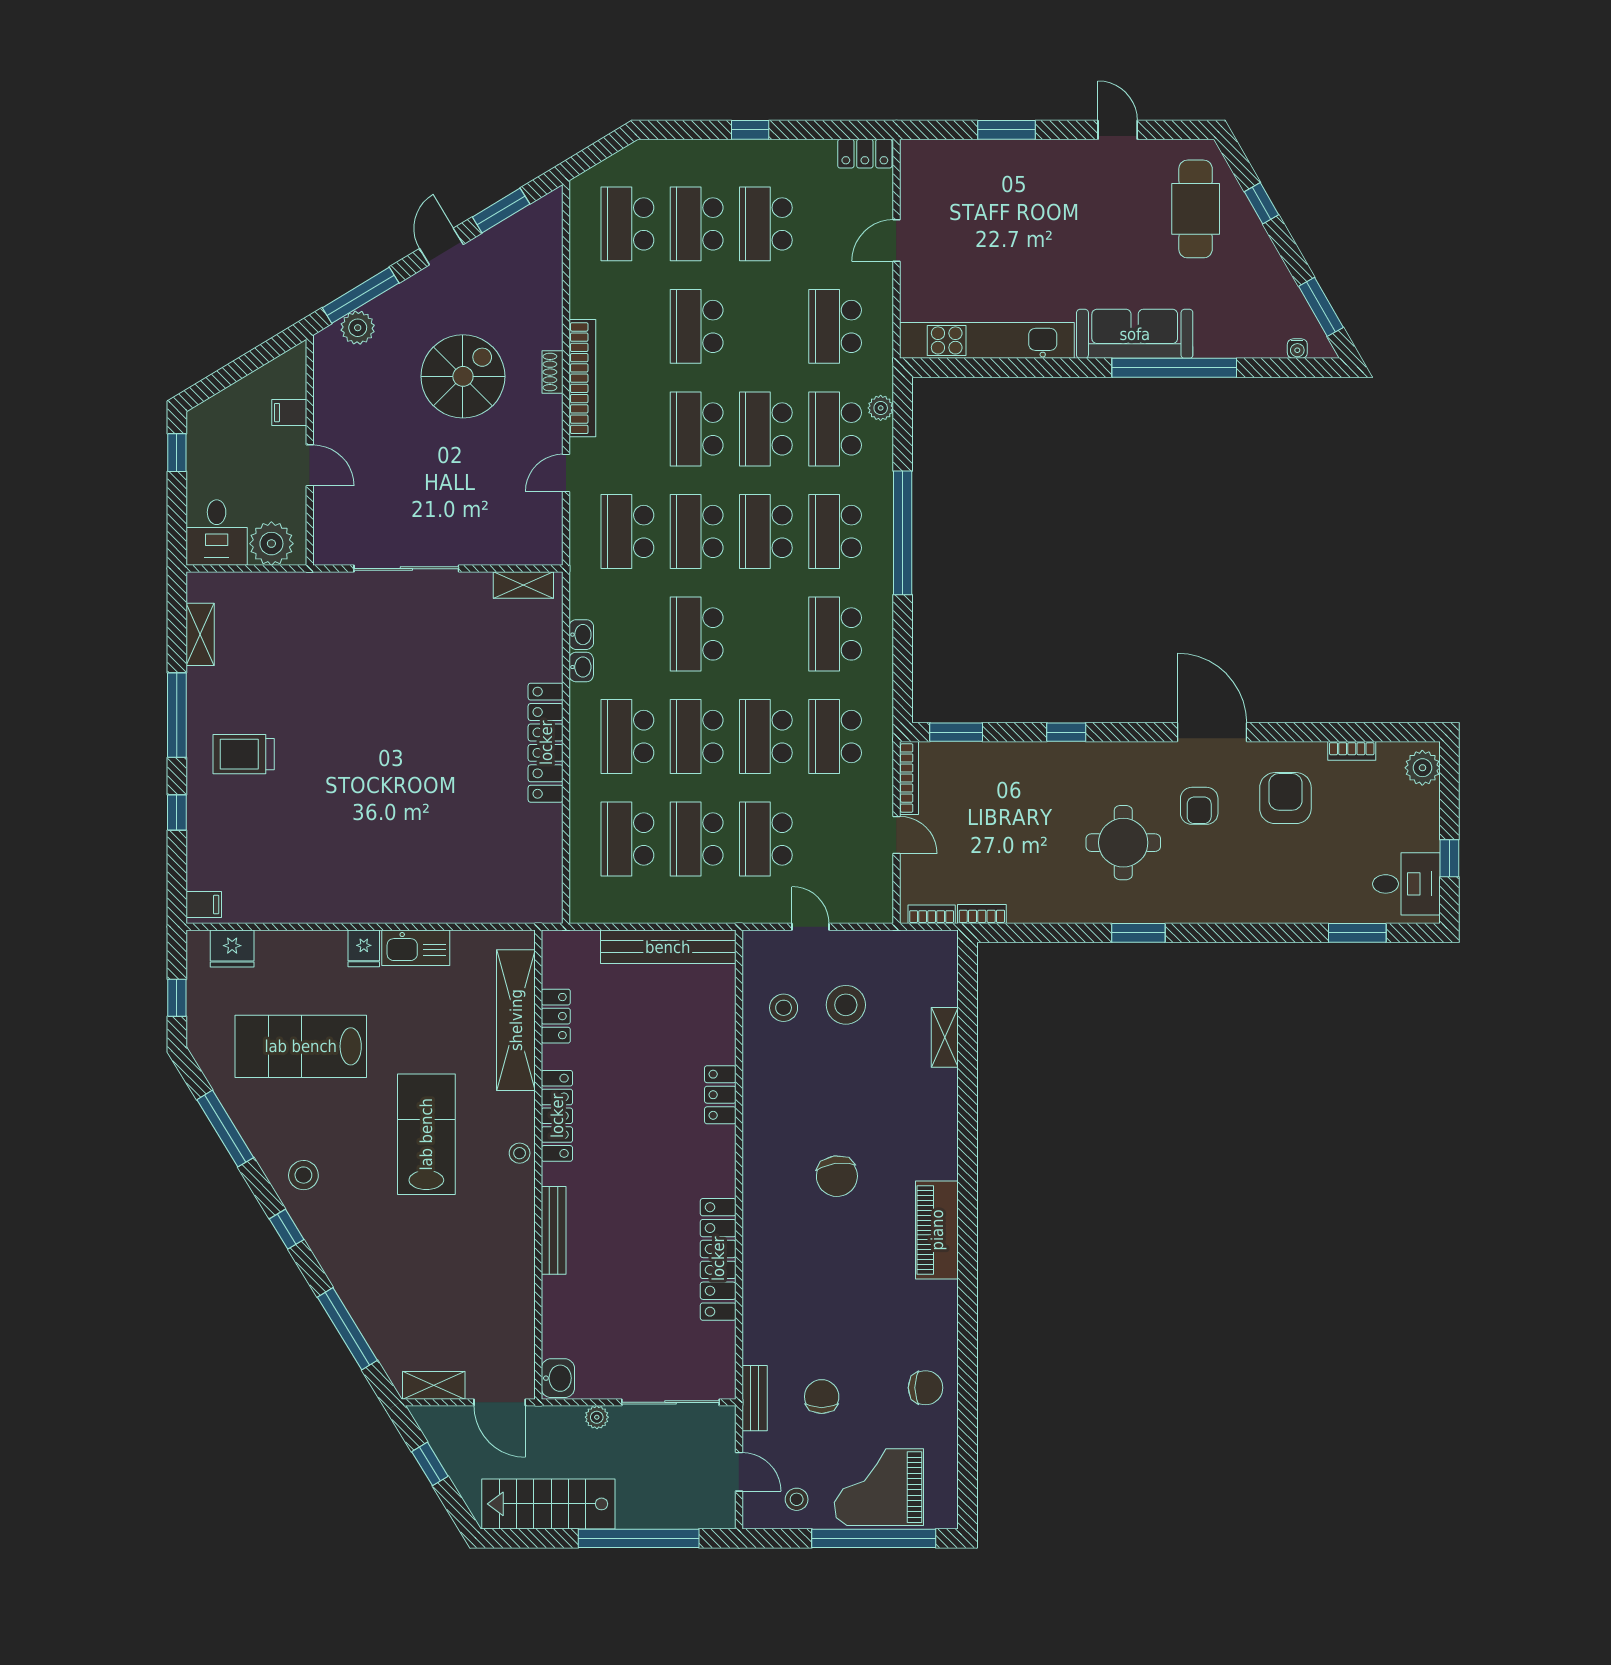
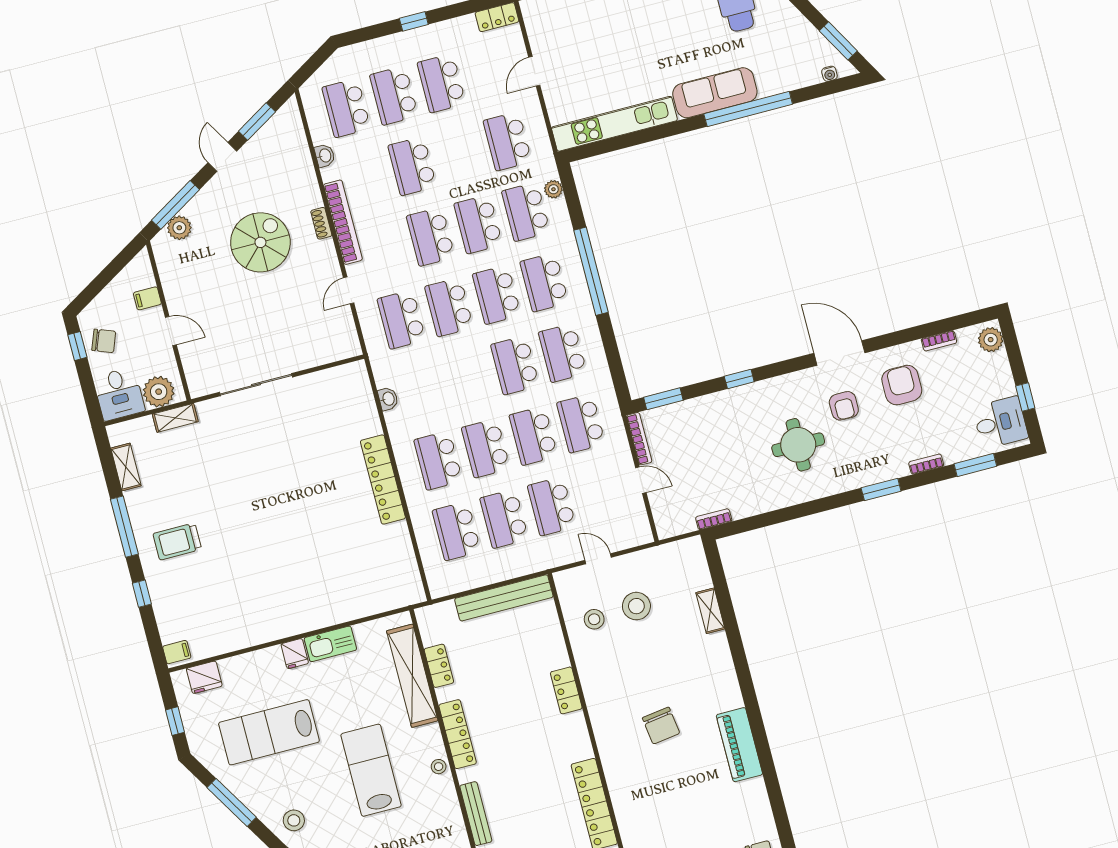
chair: (215, 455) -> (104, 341), added
shelving: (523, 585) -> (175, 418), moved
school desk: (697, 634) -> (515, 365), moved
washbasin: (581, 667) -> (325, 156), moved
bookcase: (932, 914) -> (926, 464), moved
window: (1138, 933) -> (881, 490), moved

